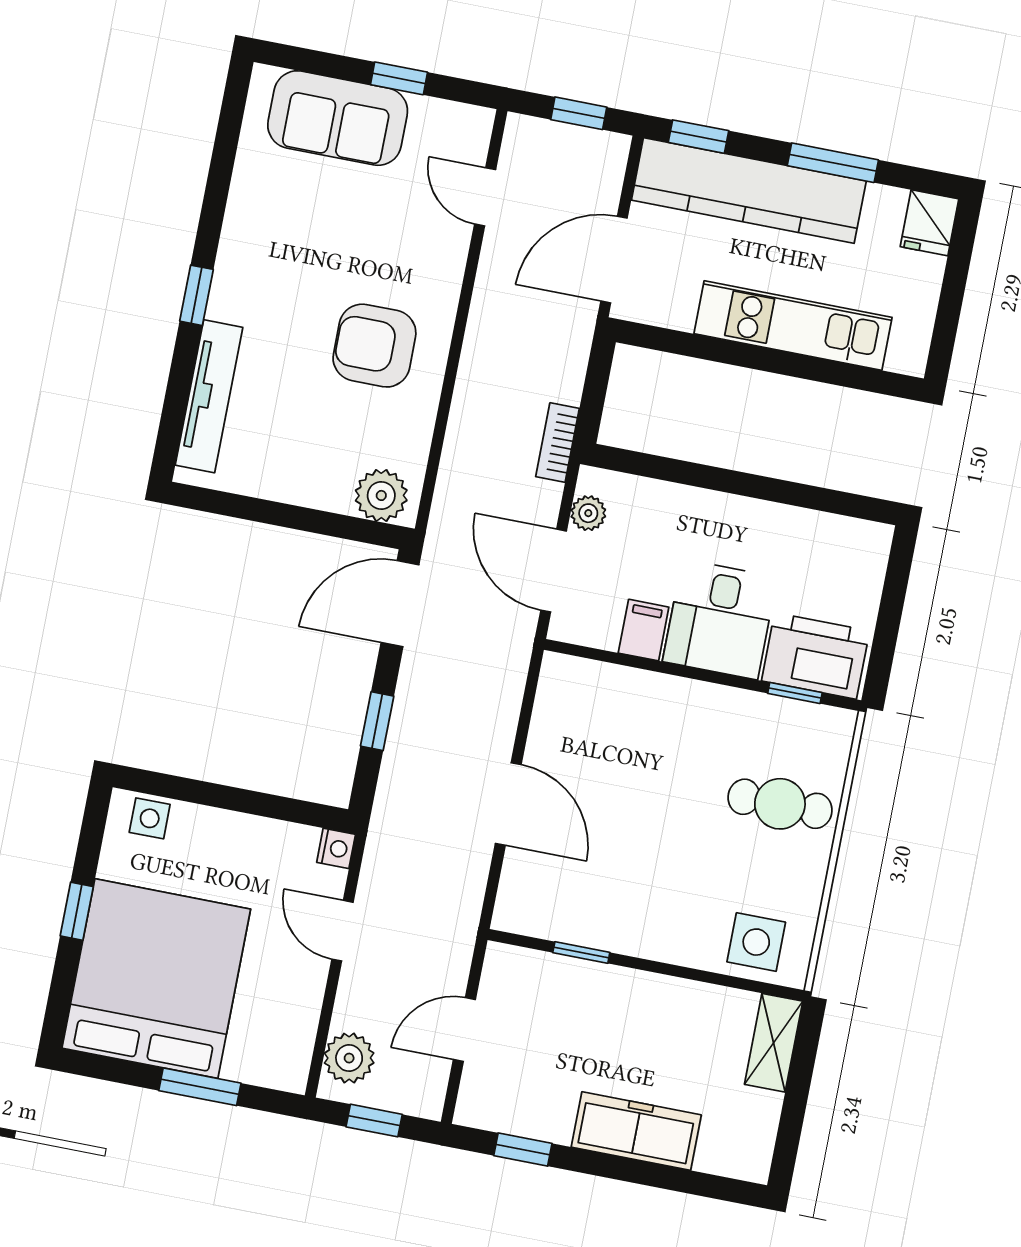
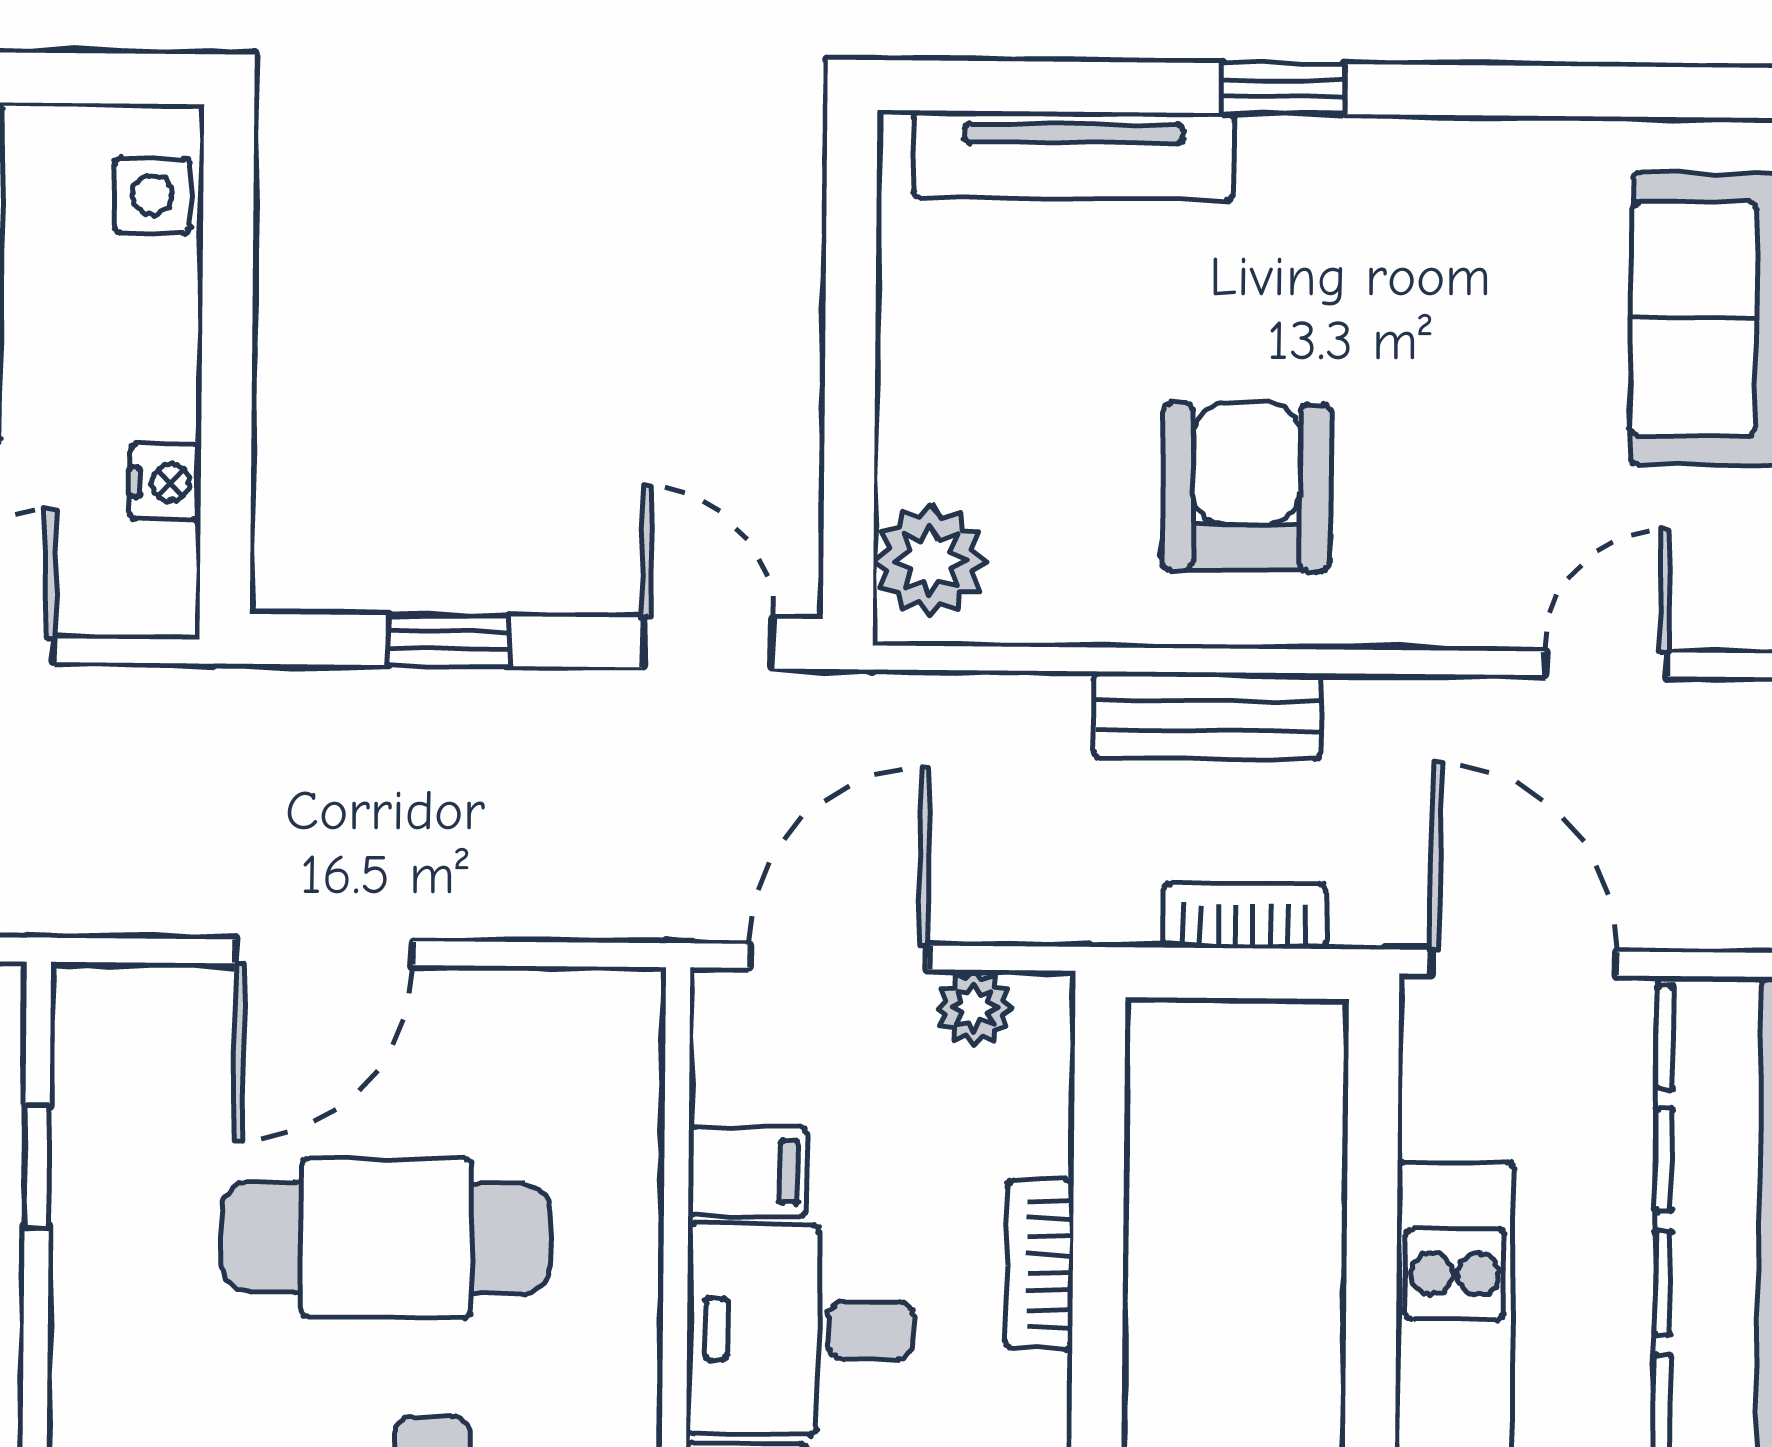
bench: (475, 383) -> (1207, 716), added
bookcase: (558, 443) -> (1245, 916), moved
bookcase: (710, 505) -> (1039, 1264), added
door: (400, 604) -> (708, 643), width x0.73
cafe table: (643, 800) -> (386, 1238), added
nightstand: (336, 848) -> (165, 482), moved, turned -90

